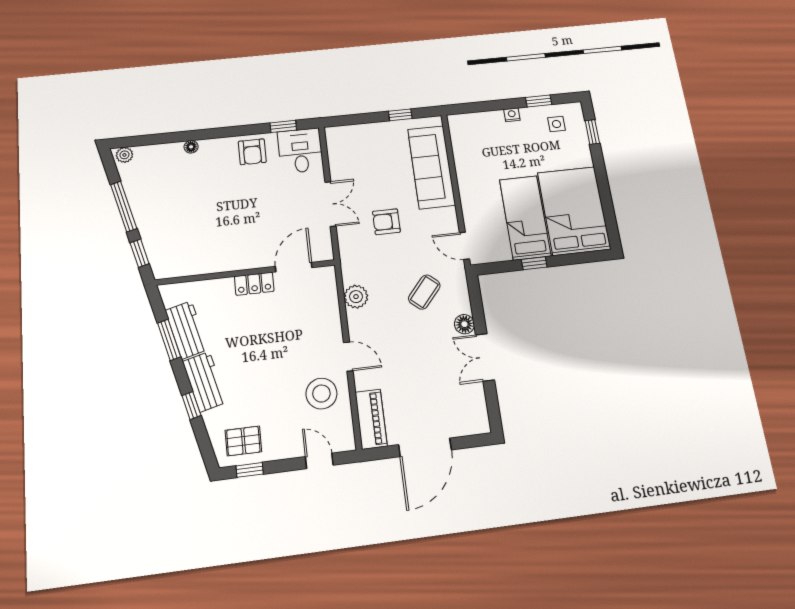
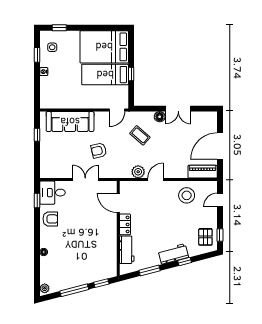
armchair: (386, 222) -> (99, 150), turned 77
workbench: (187, 330) -> (127, 250), moved, turned 105
door: (348, 357) -> (156, 180), moved
door: (425, 447) -> (220, 146), swing flipped

